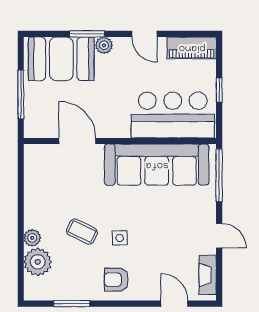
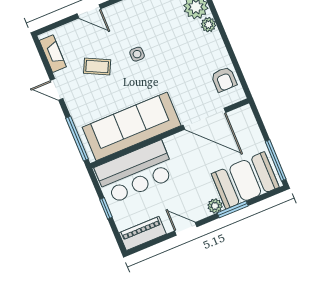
window: (21, 94) -> (276, 160), moved
door: (77, 141) -> (204, 119), width x1.36
coffee table: (82, 232) -> (97, 66), moved
armchair: (116, 280) -> (224, 79), moved, turned 90
door: (174, 304) -> (89, 11), moved

